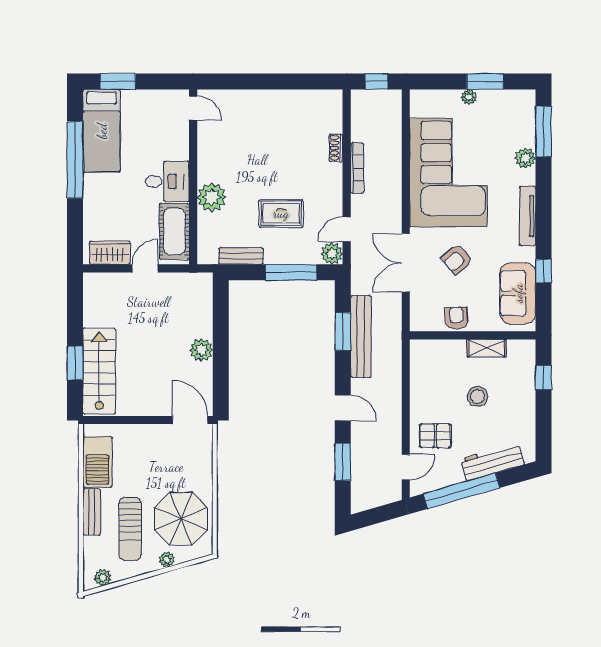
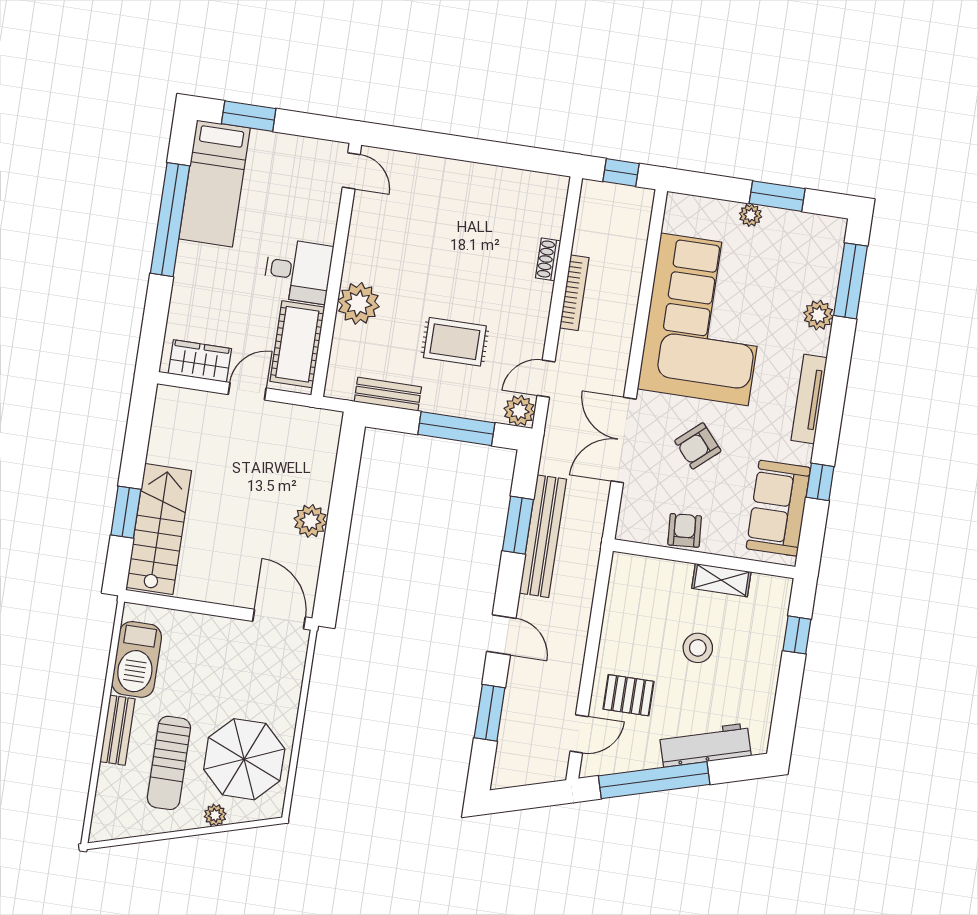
plant: (103, 578) -> (119, 827), removed

